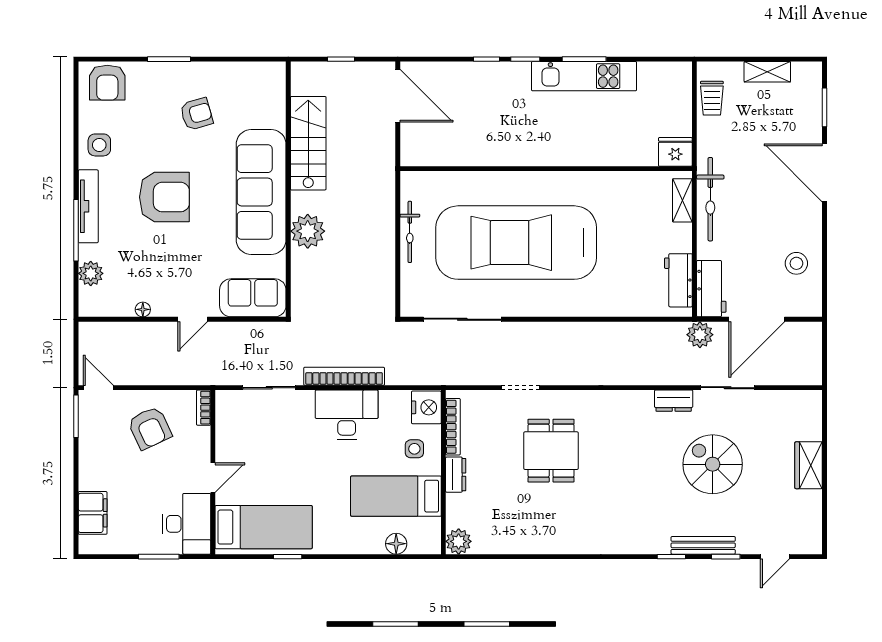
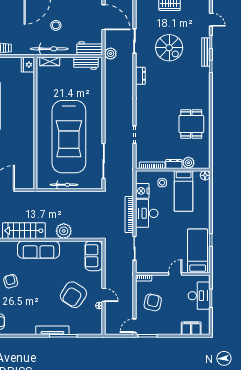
side table: (99, 145) -> (25, 325), removed
sofa: (261, 192) -> (38, 250), width x0.74, depth x0.79
armchair: (164, 197) -> (73, 295), moved, turned -147
stool: (796, 263) -> (56, 25), moved
plant: (91, 273) -> (83, 329), removed
door: (193, 319) -> (104, 295), moved
door: (757, 319) -> (104, 17), moved
dresser: (674, 401) -> (140, 76), moved
nightstand: (426, 407) -> (142, 191), moved, turned -90
armchair: (150, 428) -> (153, 302), turned -53
dining table: (551, 451) -> (191, 124), moved, turned 90
spiral stairs: (713, 464) -> (169, 48), turned -90
door: (213, 478) -> (175, 274), hinge flipped
desk: (187, 524) -> (199, 296), moved, turned 90
plant: (459, 541) -> (188, 163), moved
floor lamp: (396, 544) -> (205, 175), moved

